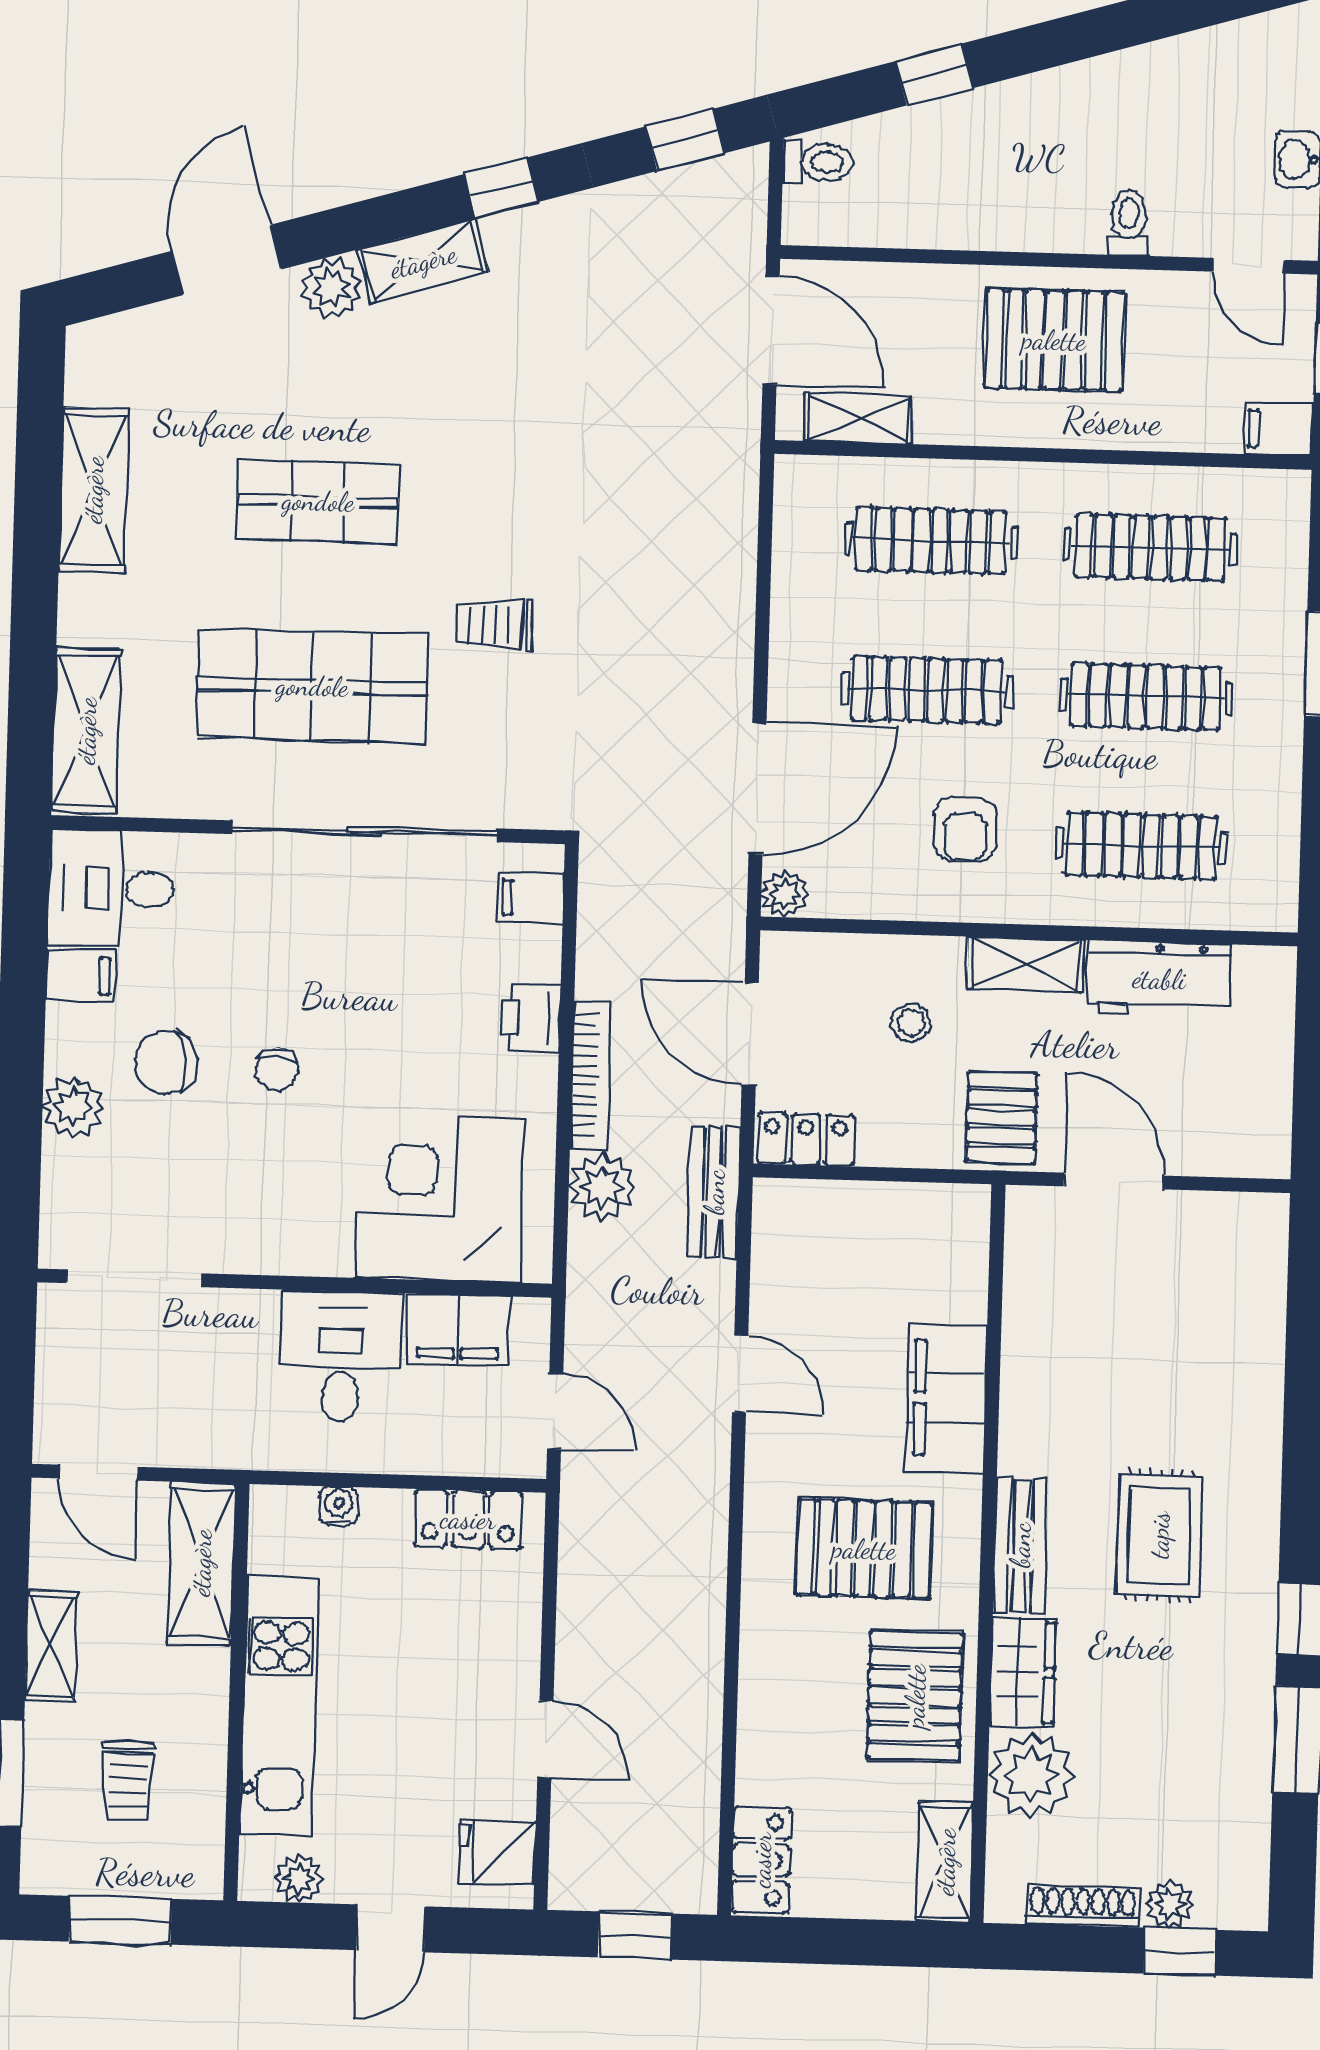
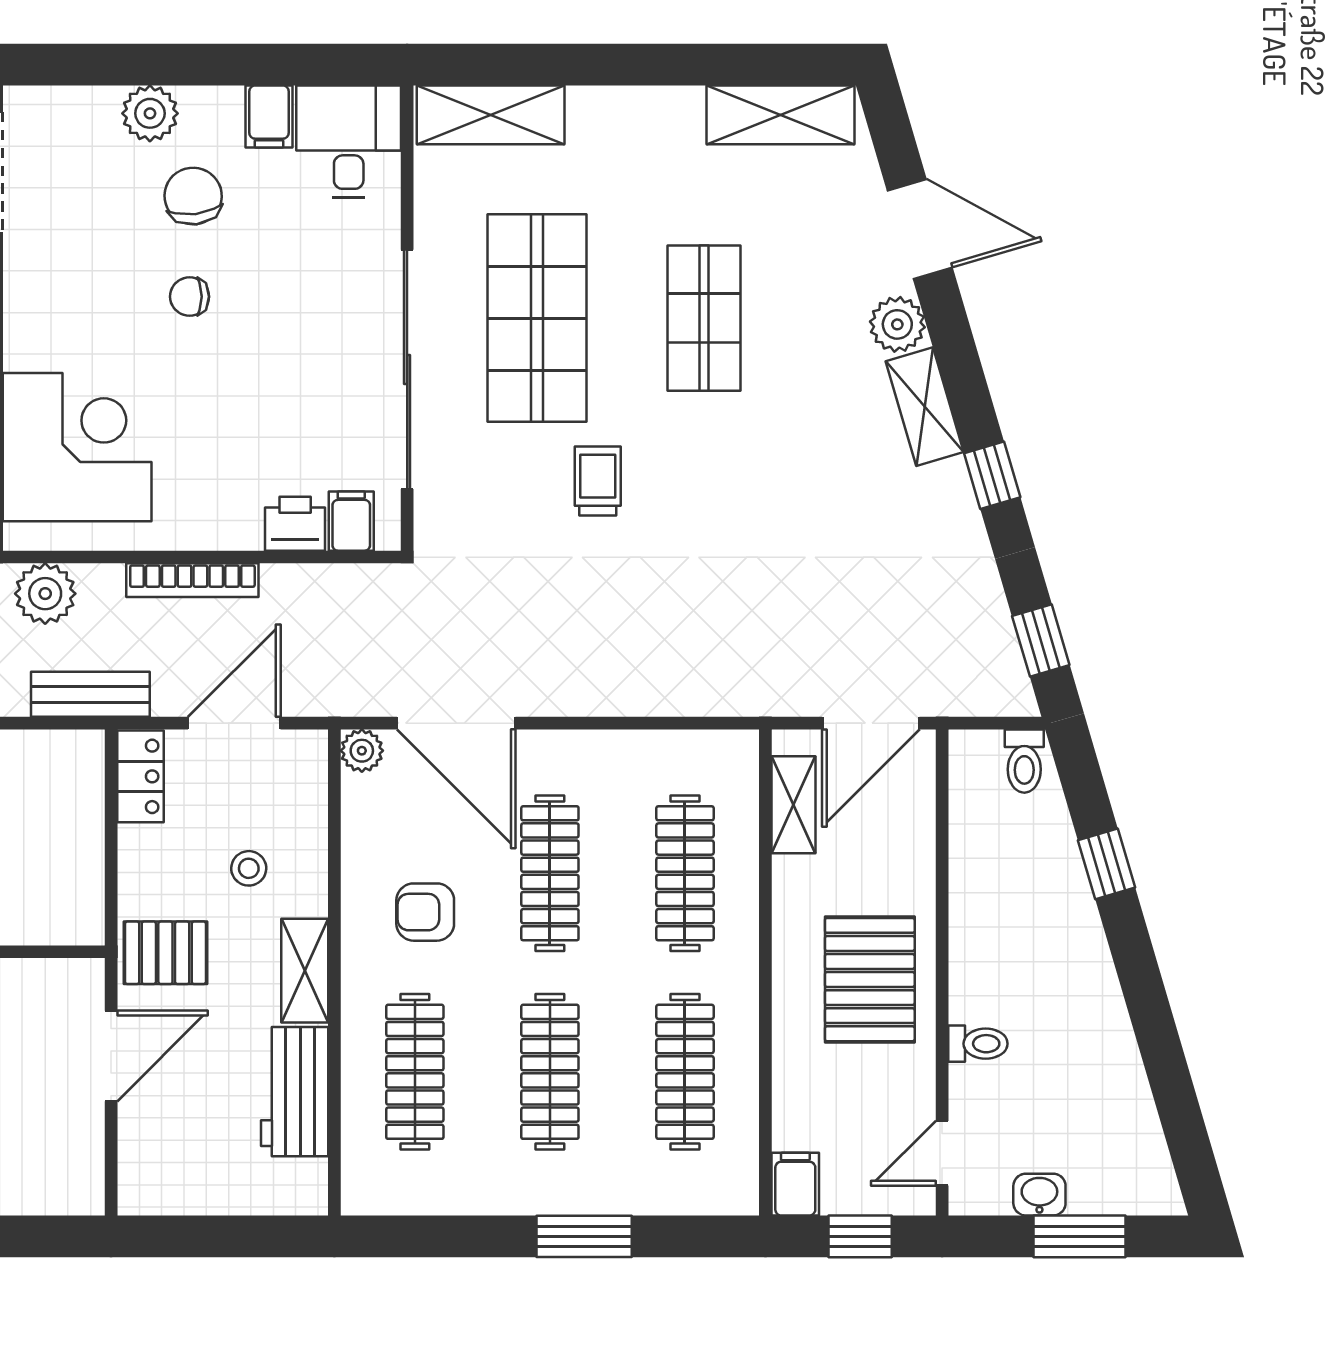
shelving: (93, 490) -> (780, 115), moved
printer: (530, 1018) -> (295, 524), moved
plant: (602, 1187) -> (45, 594), moved

